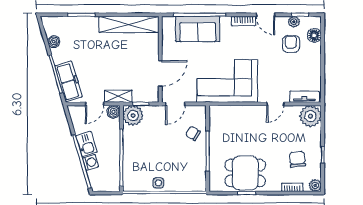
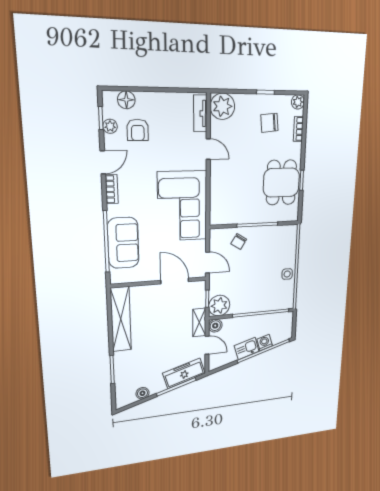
armchair: (291, 44) -> (138, 130), turned -90

